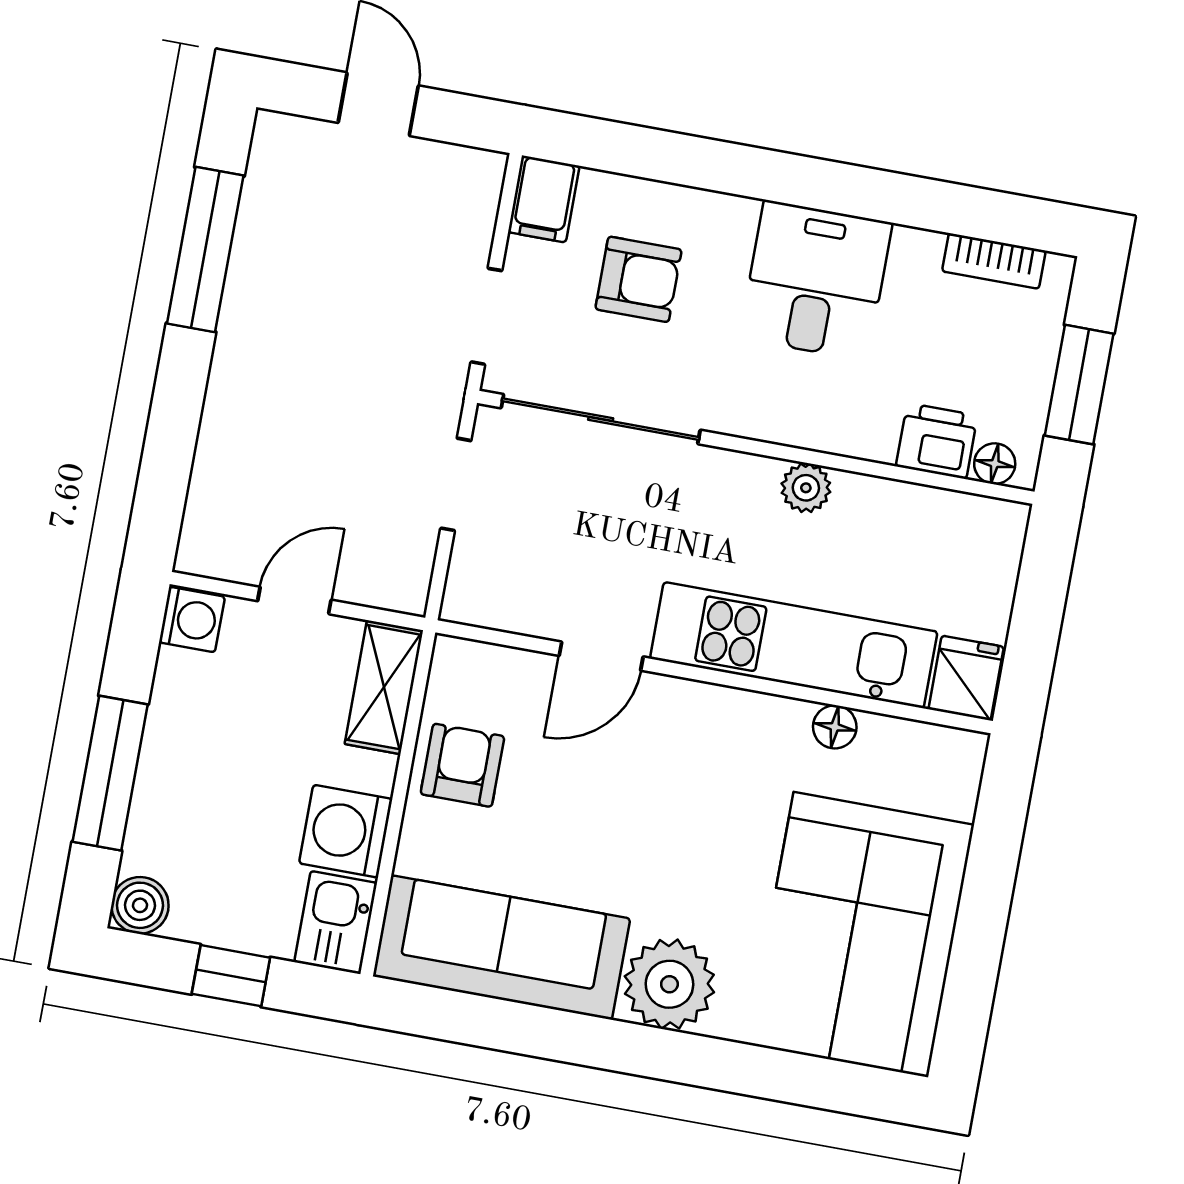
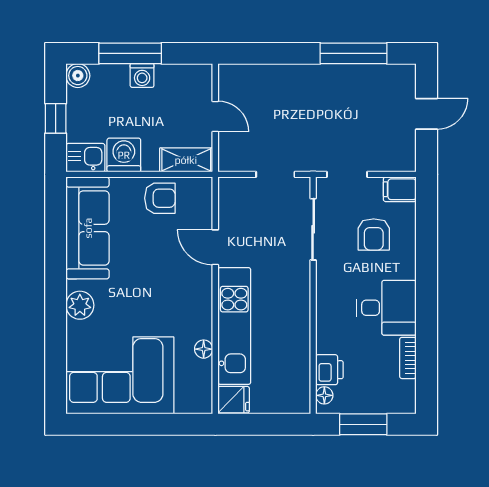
bookcase: (994, 261) -> (408, 358), moved
sliding door: (601, 419) -> (313, 229), width x0.73
plant: (806, 488) -> (300, 319), removed
washing machine: (192, 620) -> (142, 76), moved
plant: (669, 984) -> (80, 305), width x0.73, depth x0.73

